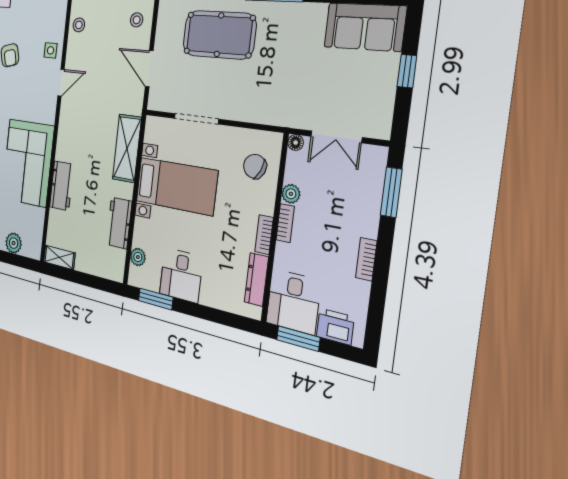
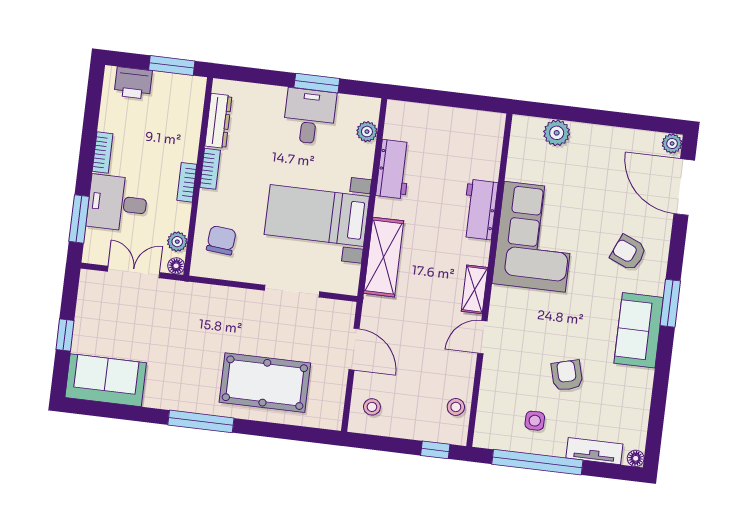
side table: (51, 50) -> (535, 421), moved
chair: (255, 166) -> (221, 240), turned -110
plant: (291, 194) -> (177, 242), moved
shelving: (59, 257) -> (475, 289), moved, turned 90
window: (156, 299) -> (317, 83), moved
desk: (293, 302) -> (117, 203), moved, turned -90

